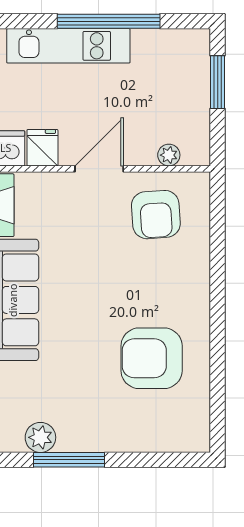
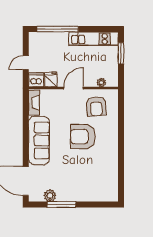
window: (109, 21) -> (58, 29), moved
kitchen unit: (68, 46) -> (93, 39), moved
armchair: (152, 358) -> (83, 137), moved

